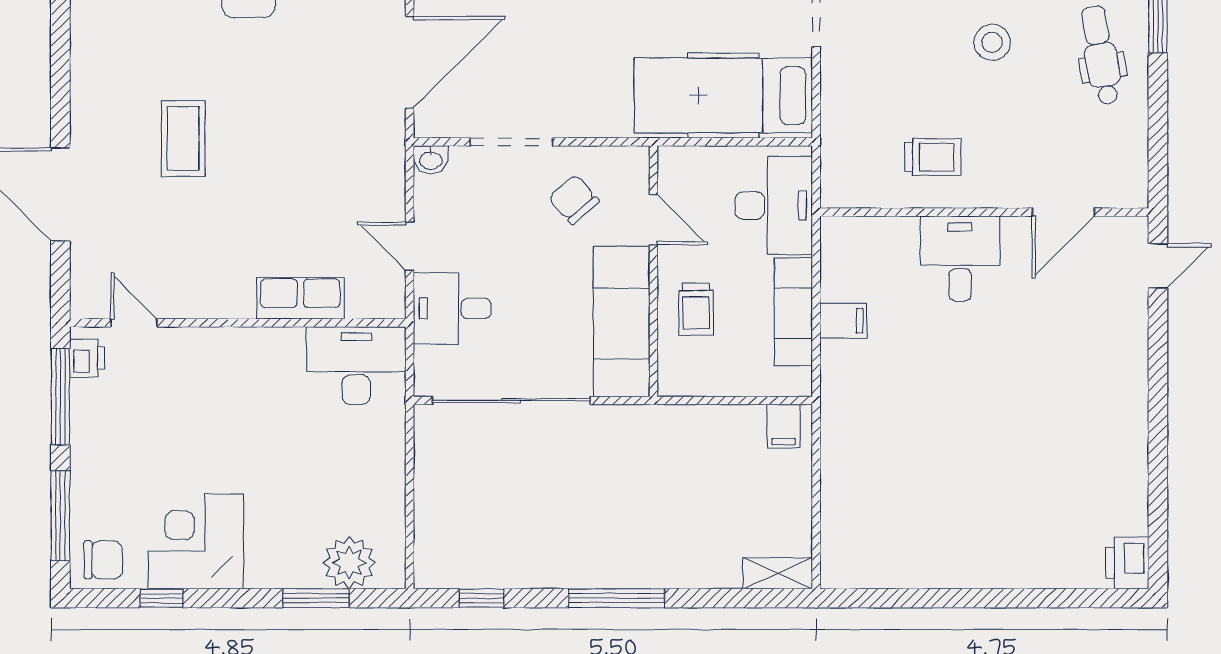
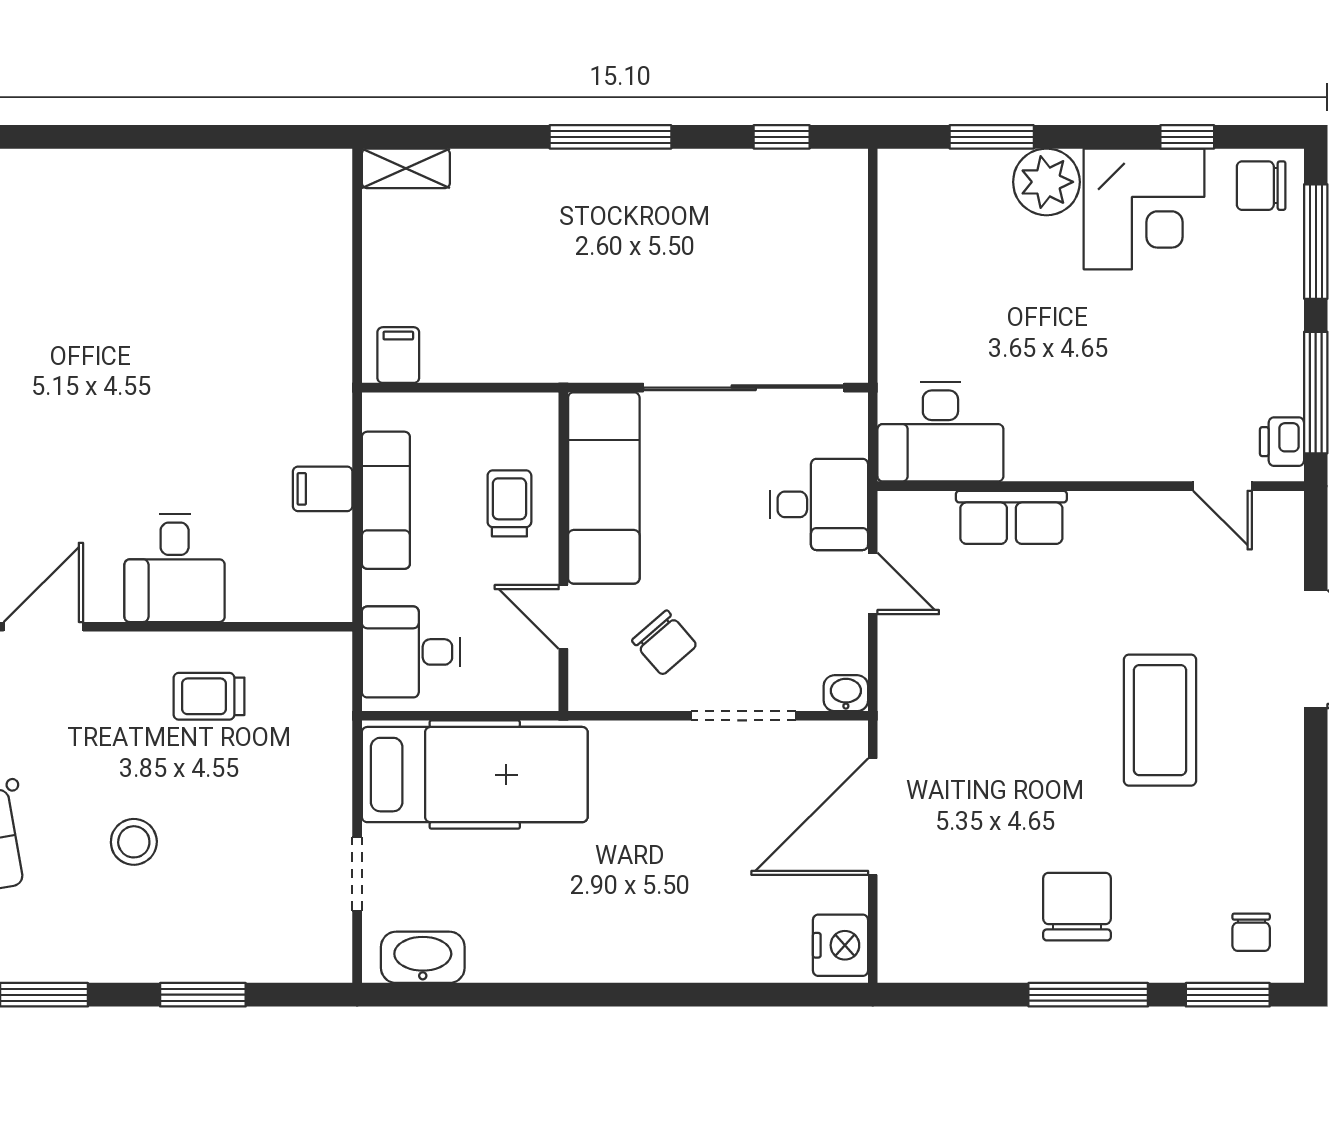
coffee table: (183, 138) -> (1160, 720), width x1.36, depth x1.32
desk: (774, 206) -> (411, 652), width x0.73
plant: (349, 563) -> (1046, 182), moved

